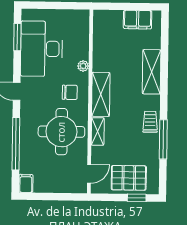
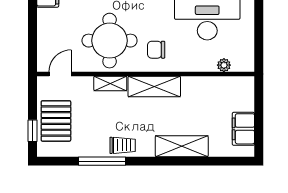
plant: (83, 66) -> (224, 65), moved
chair: (70, 92) -> (156, 50), turned 90
door: (89, 174) -> (60, 74), swing flipped

